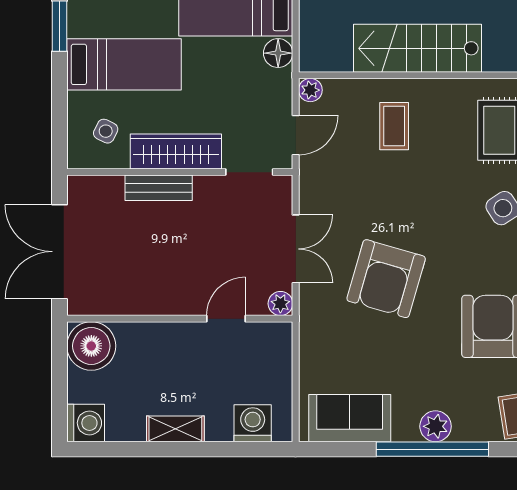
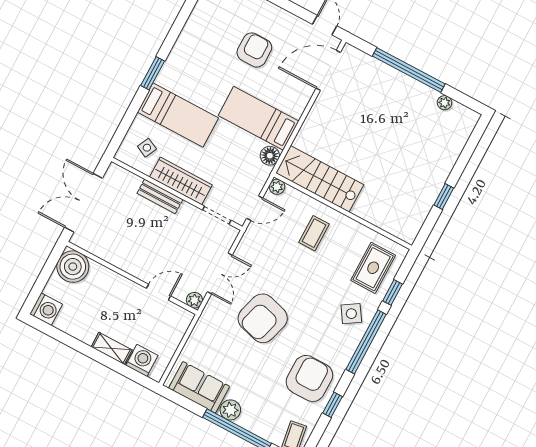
stairs: (418, 48) -> (320, 179), moved
plant: (436, 426) -> (230, 410), moved
shelving: (175, 429) -> (112, 348), moved

